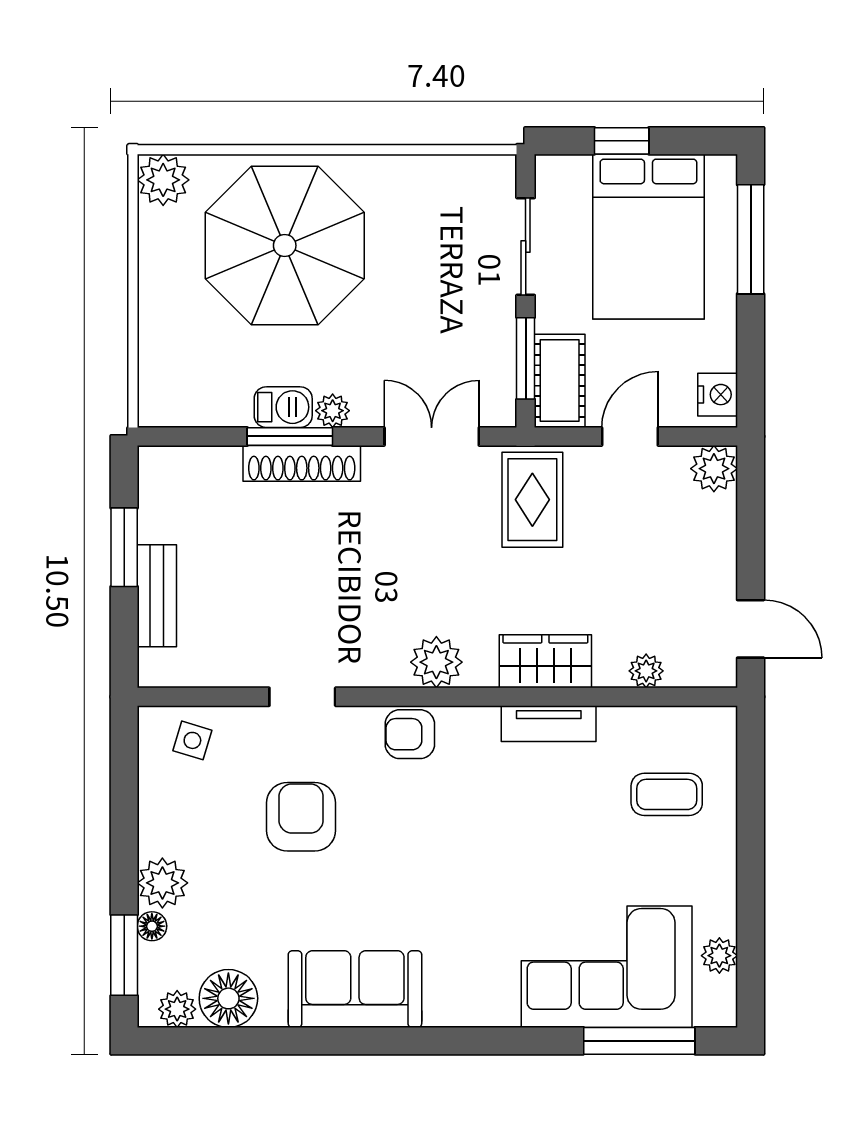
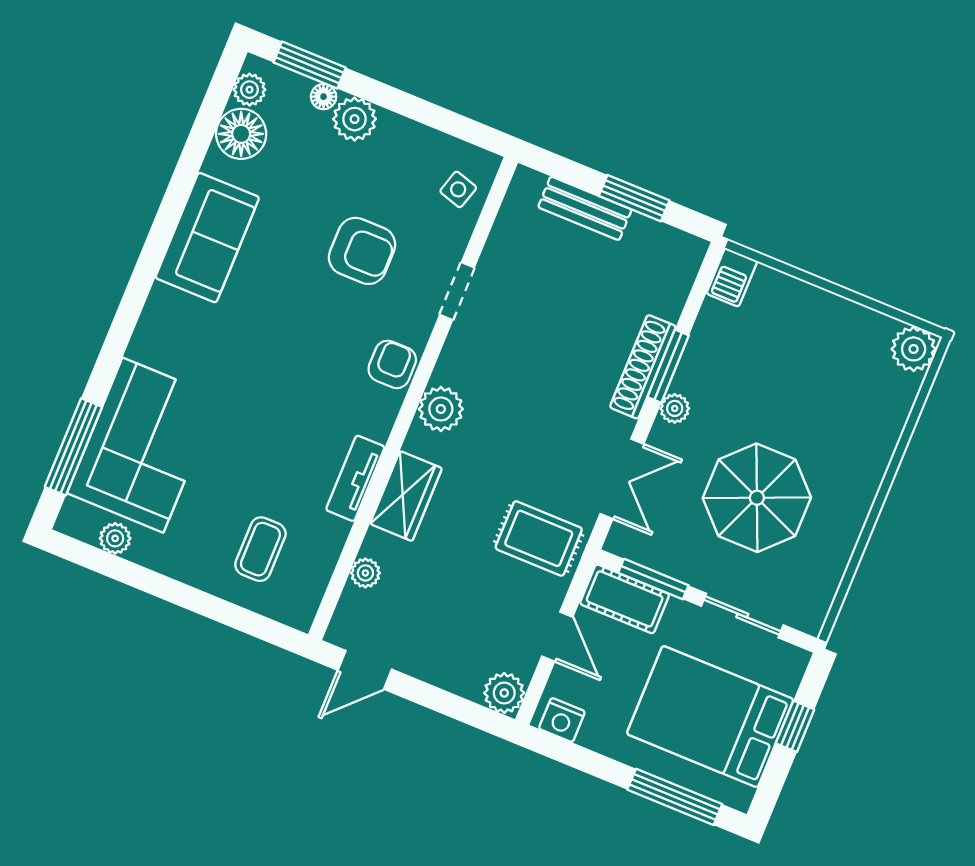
parasol: (285, 246) -> (757, 498), moved, width x0.73, depth x0.73
barbecue: (283, 407) -> (732, 277), moved

